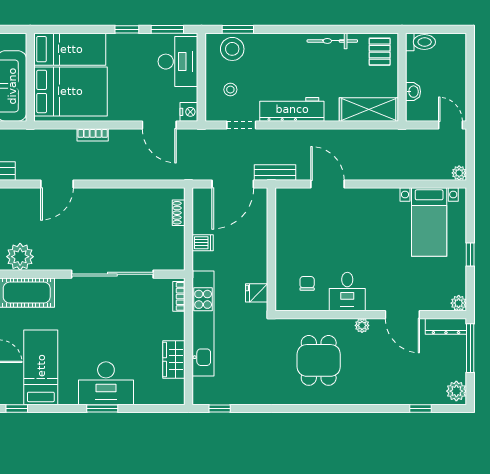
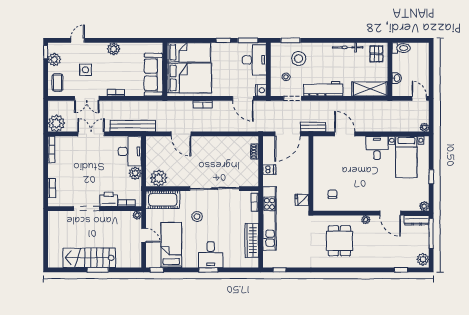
stool: (232, 49) -> (299, 59), moved
door: (57, 184) -> (181, 134), hinge flipped
desk: (347, 292) -> (377, 148), moved, turned 180
stool: (83, 320) -> (197, 216), added
wardrobe: (174, 359) -> (252, 240), width x1.50
desk: (106, 383) -> (211, 255), width x0.73

